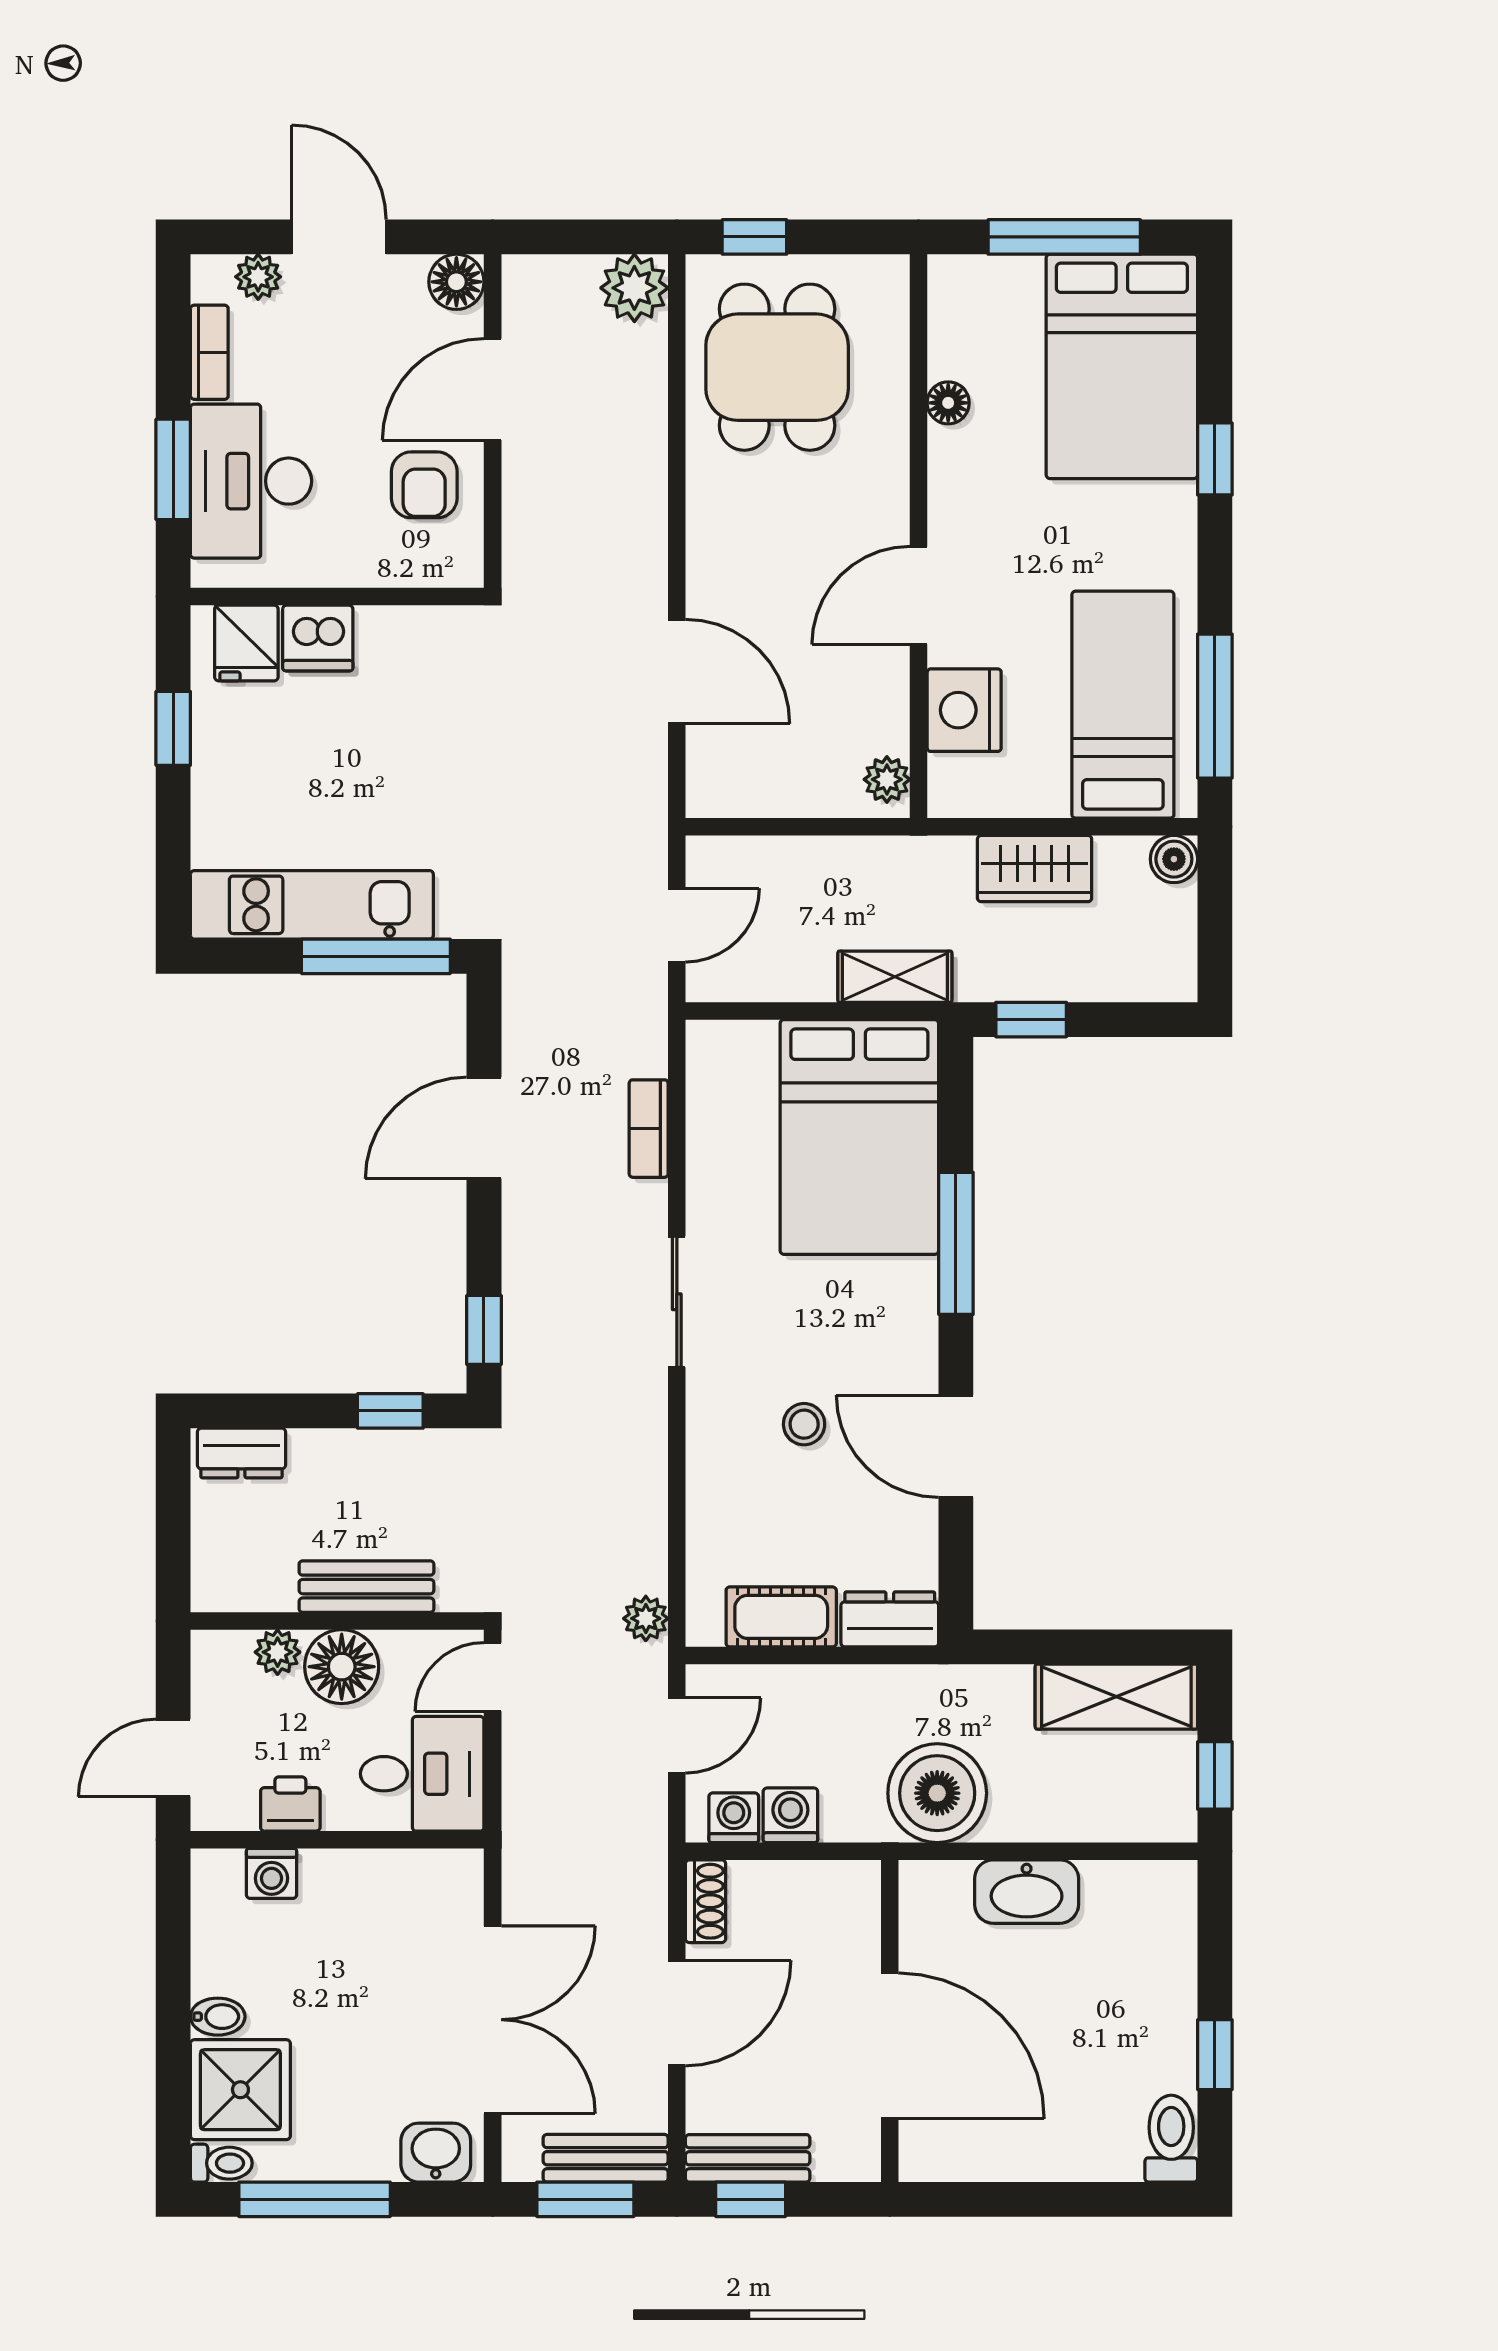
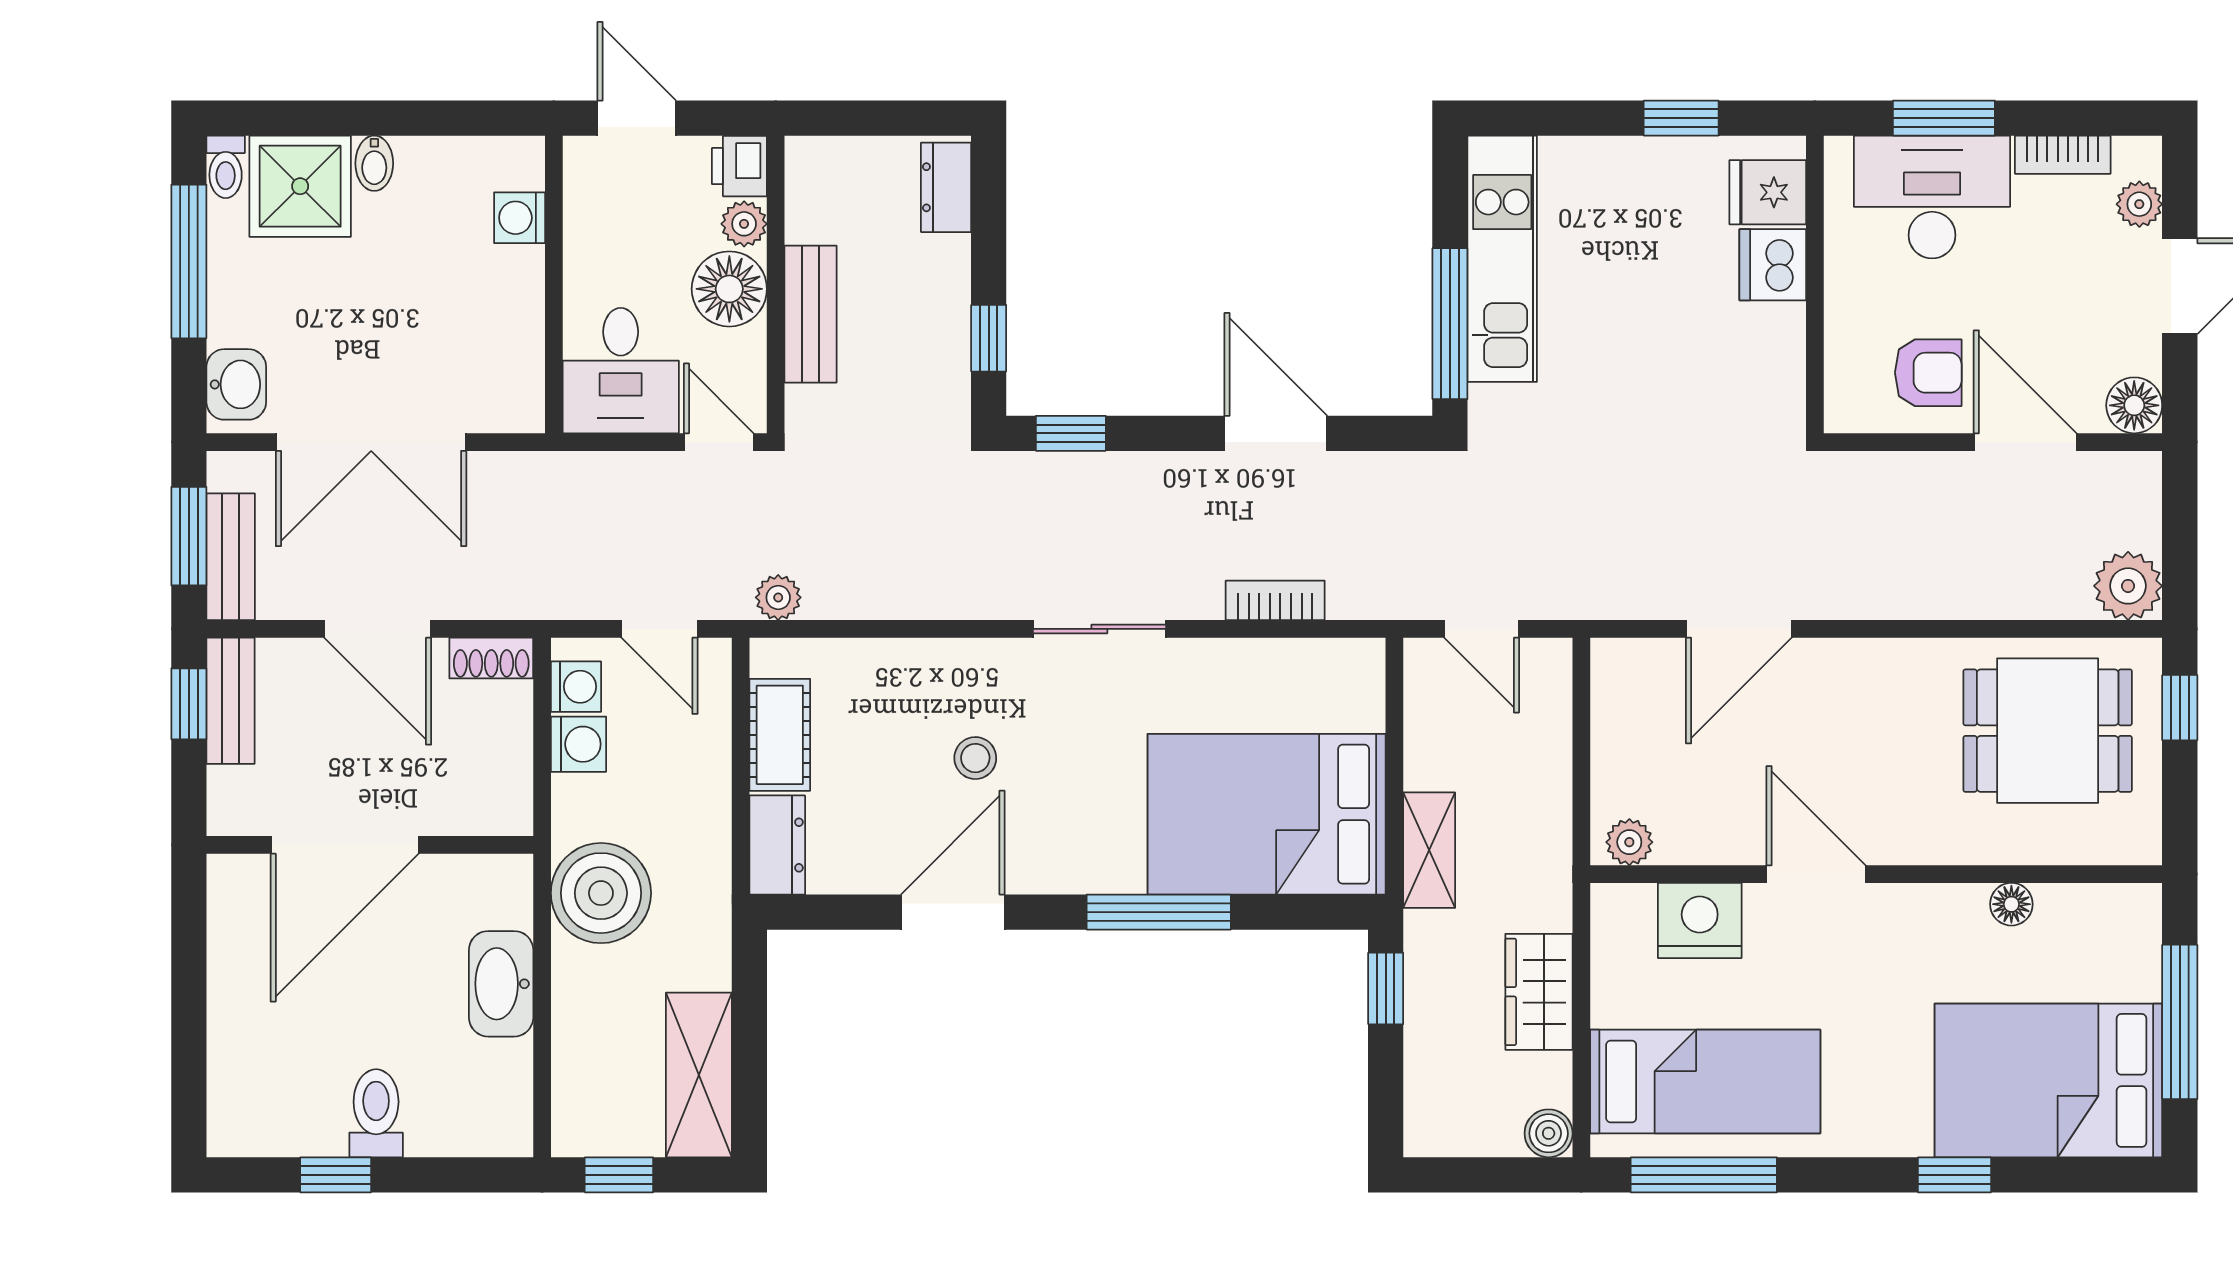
armchair: (424, 485) -> (1928, 373), turned 180
printer: (290, 1804) -> (739, 166), moved, turned 180
toilet: (1171, 2139) -> (376, 1113), moved, turned -90

